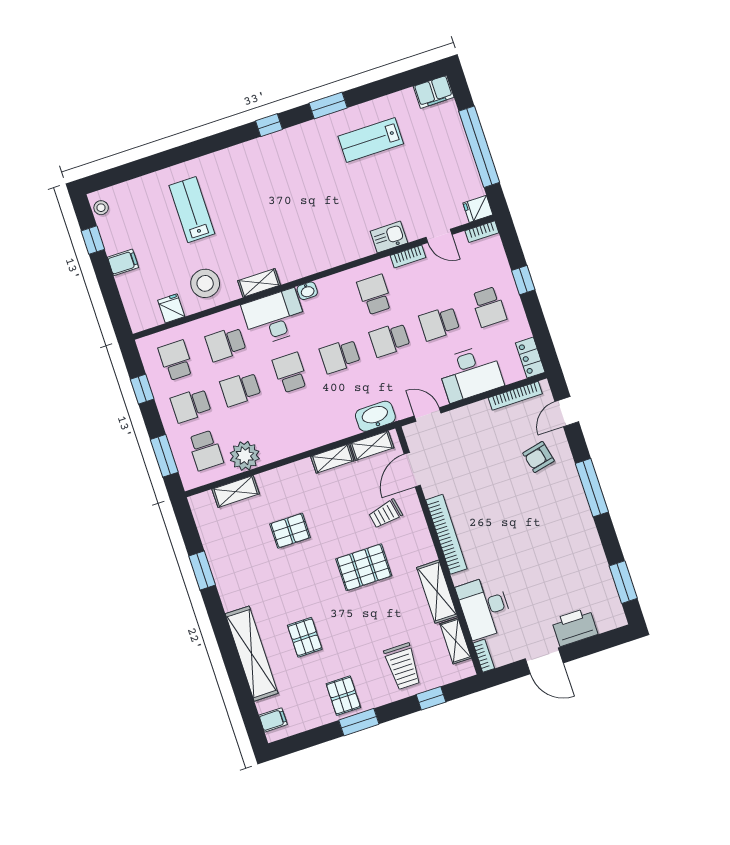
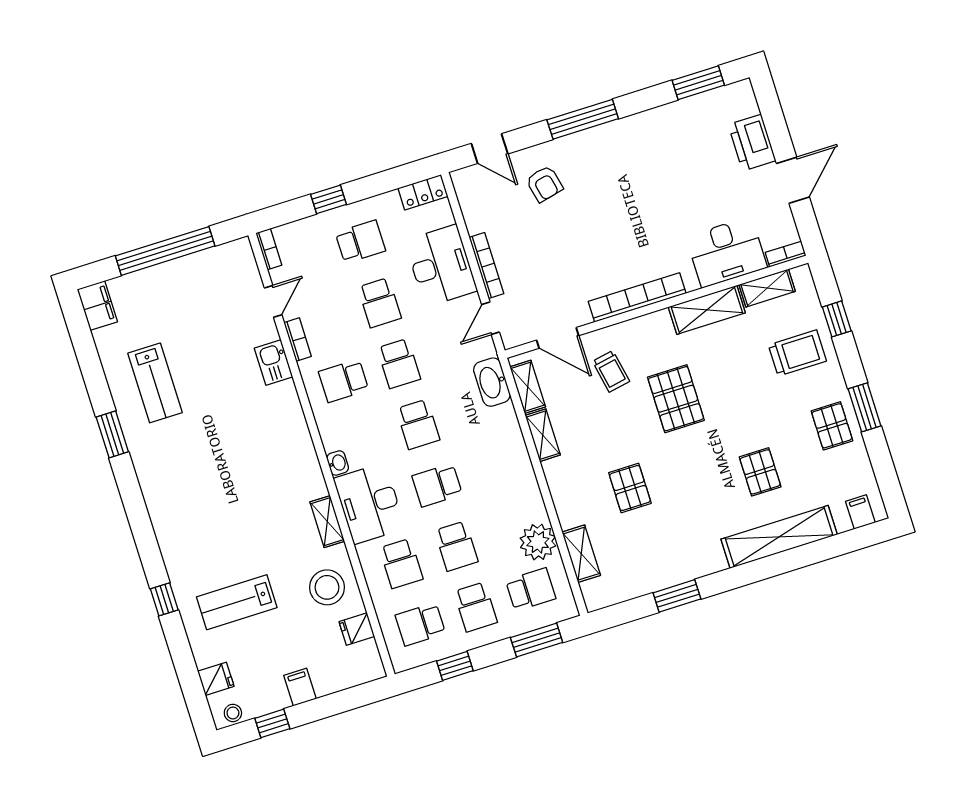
window: (269, 125) -> (164, 599), moved
fridge: (478, 209) -> (216, 679), moved, turned -90
bookcase: (515, 396) -> (487, 266), moved
pallet: (305, 637) -> (760, 472), turned 90
pallet: (343, 696) -> (832, 426), turned 90

